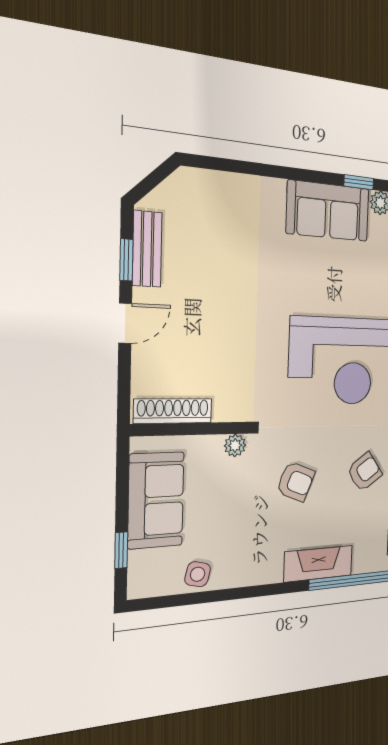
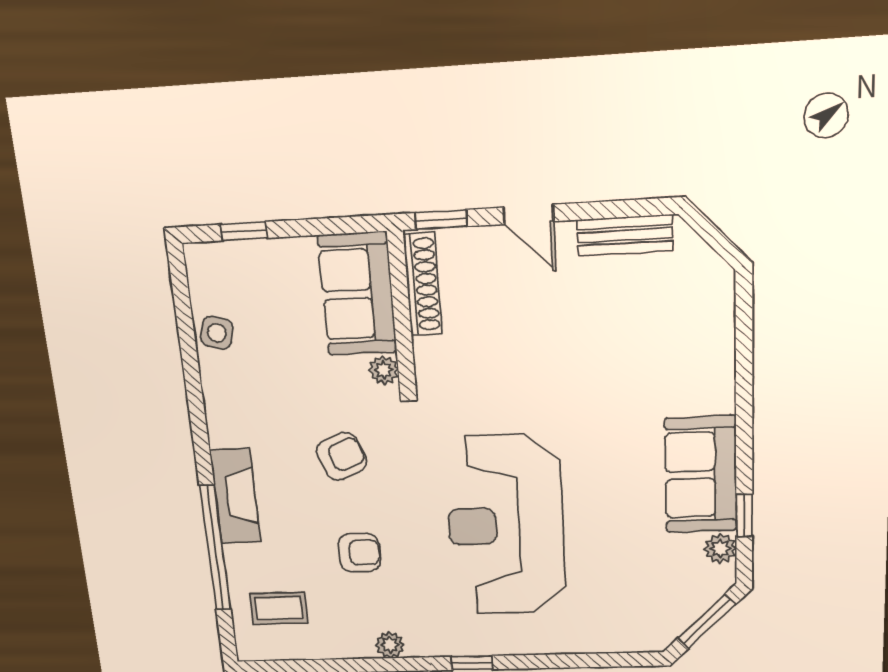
window: (126, 260) -> (441, 220), moved
armchair: (365, 472) -> (359, 553), turned -55
armchair: (296, 482) -> (341, 456), turned -134
sofa: (156, 500) -> (357, 294), moved, turned 90

